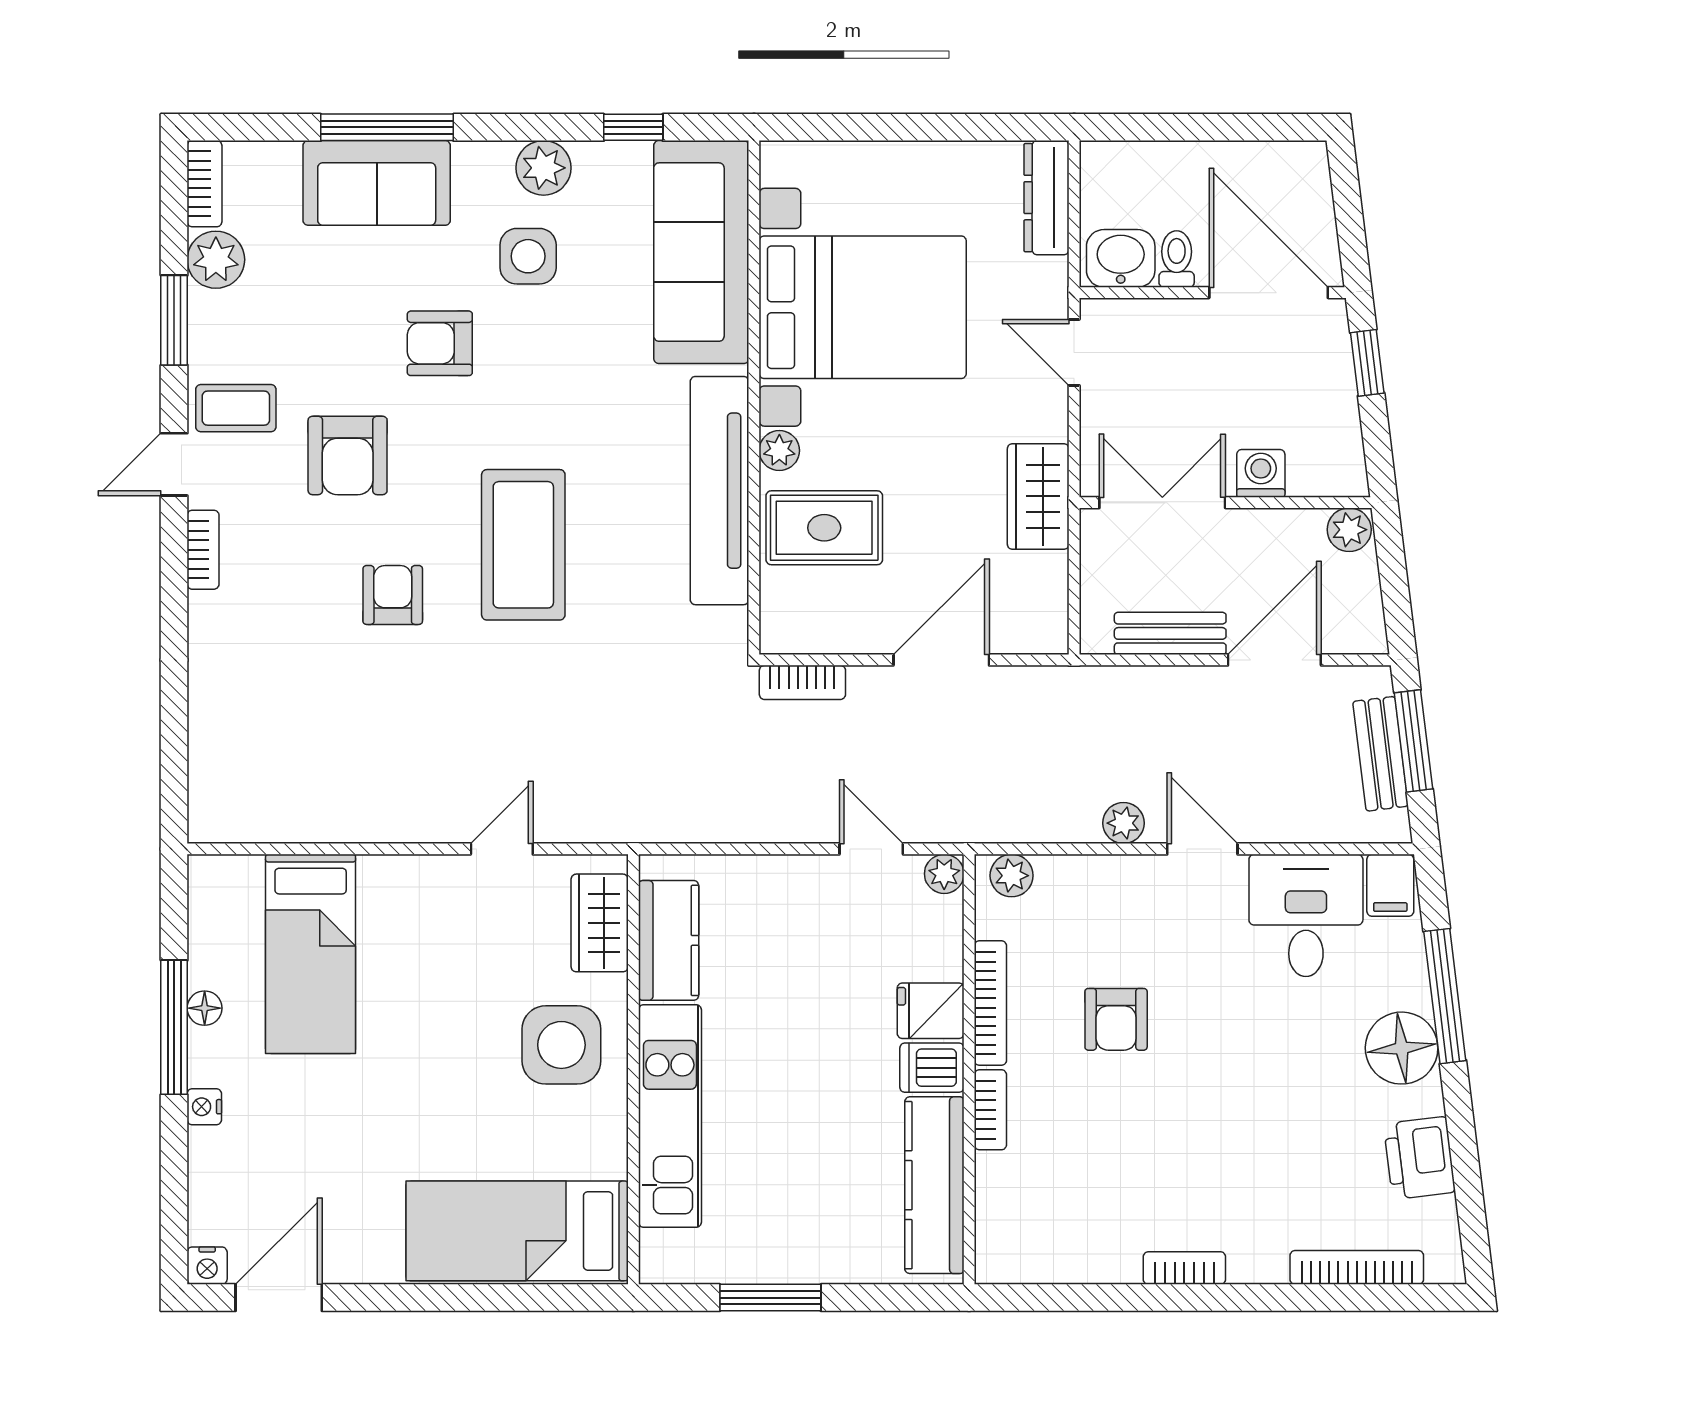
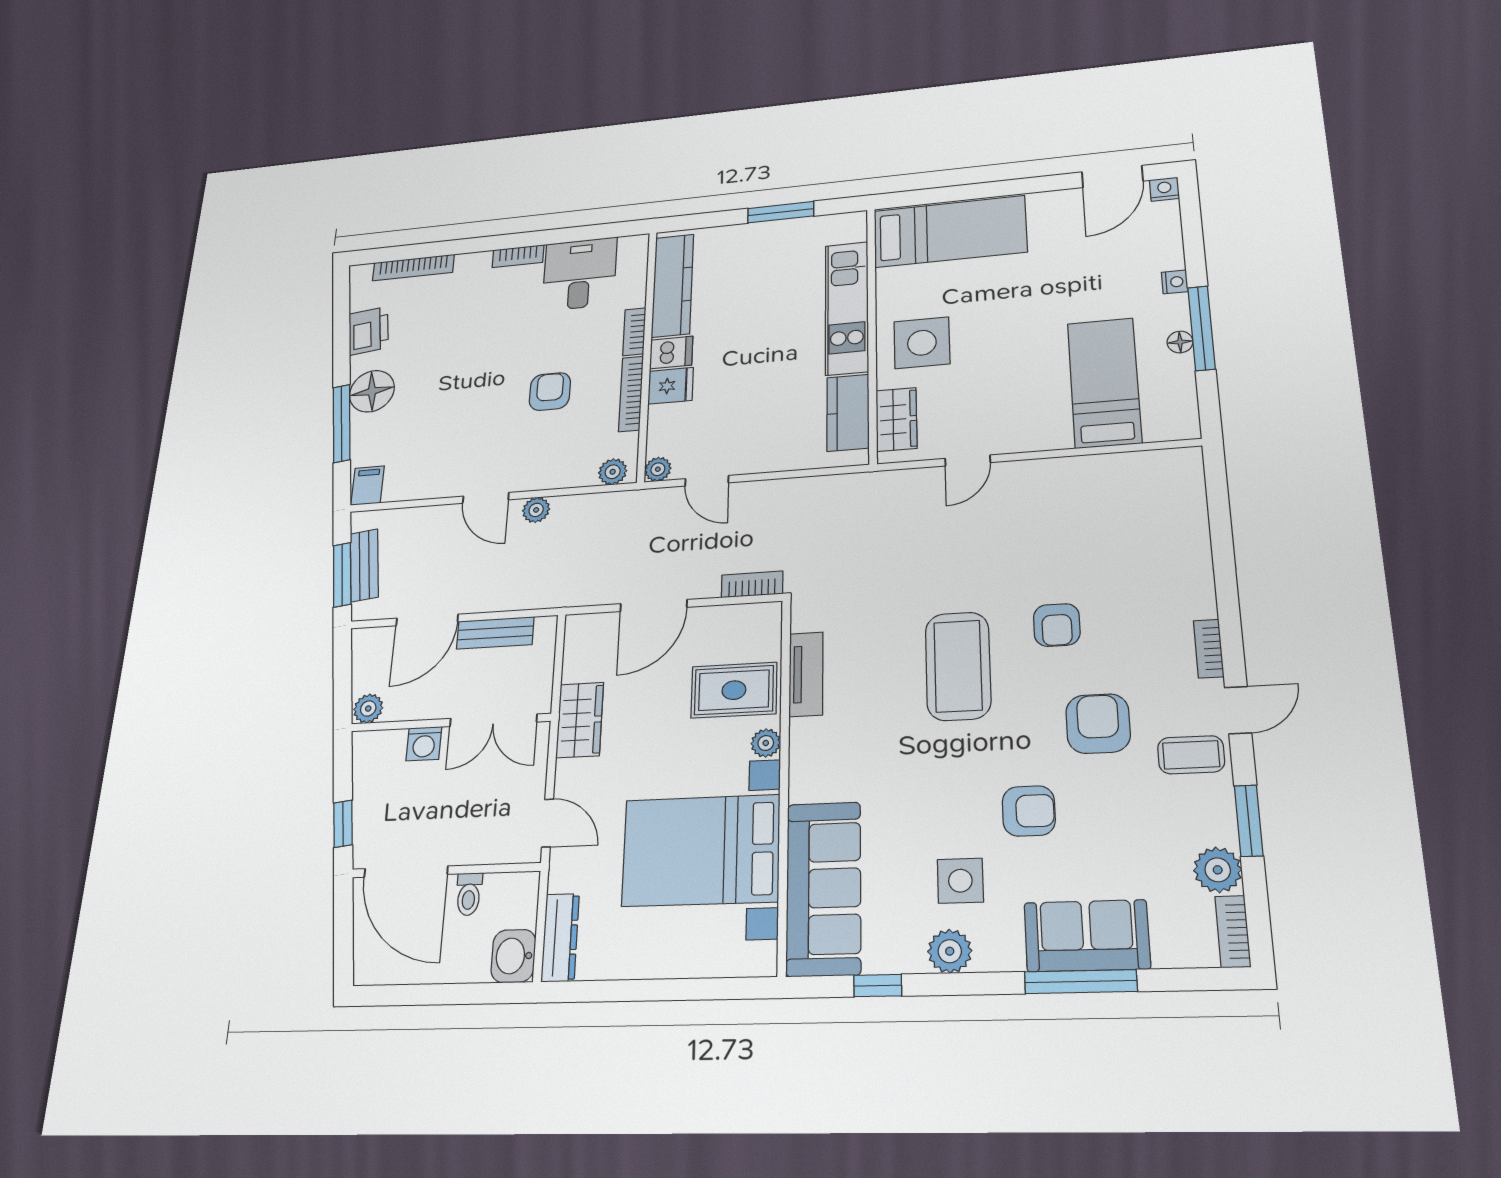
washbasin: (1121, 258) -> (513, 956), moved, turned 90
tv unit: (720, 491) -> (806, 674), width x0.52, depth x0.78
desk: (1306, 915) -> (580, 274), moved, turned 180

